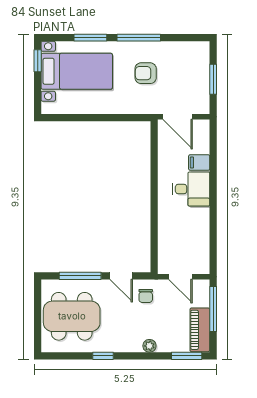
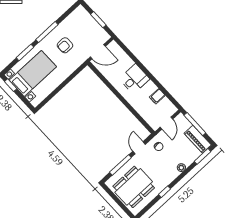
filing cabinet: (199, 163) -> (157, 96), moved
door: (121, 276) -> (139, 148), swing flipped
door: (180, 277) -> (166, 123), hinge flipped

